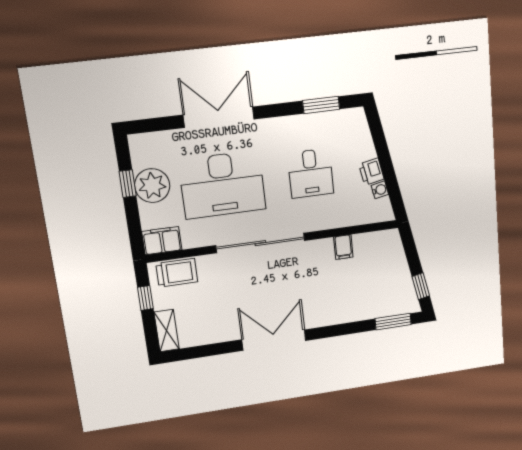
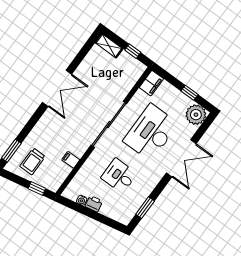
plant: (152, 186) -> (196, 115), moved
trolley: (177, 273) -> (33, 161), moved
window: (421, 286) -> (37, 189), moved

